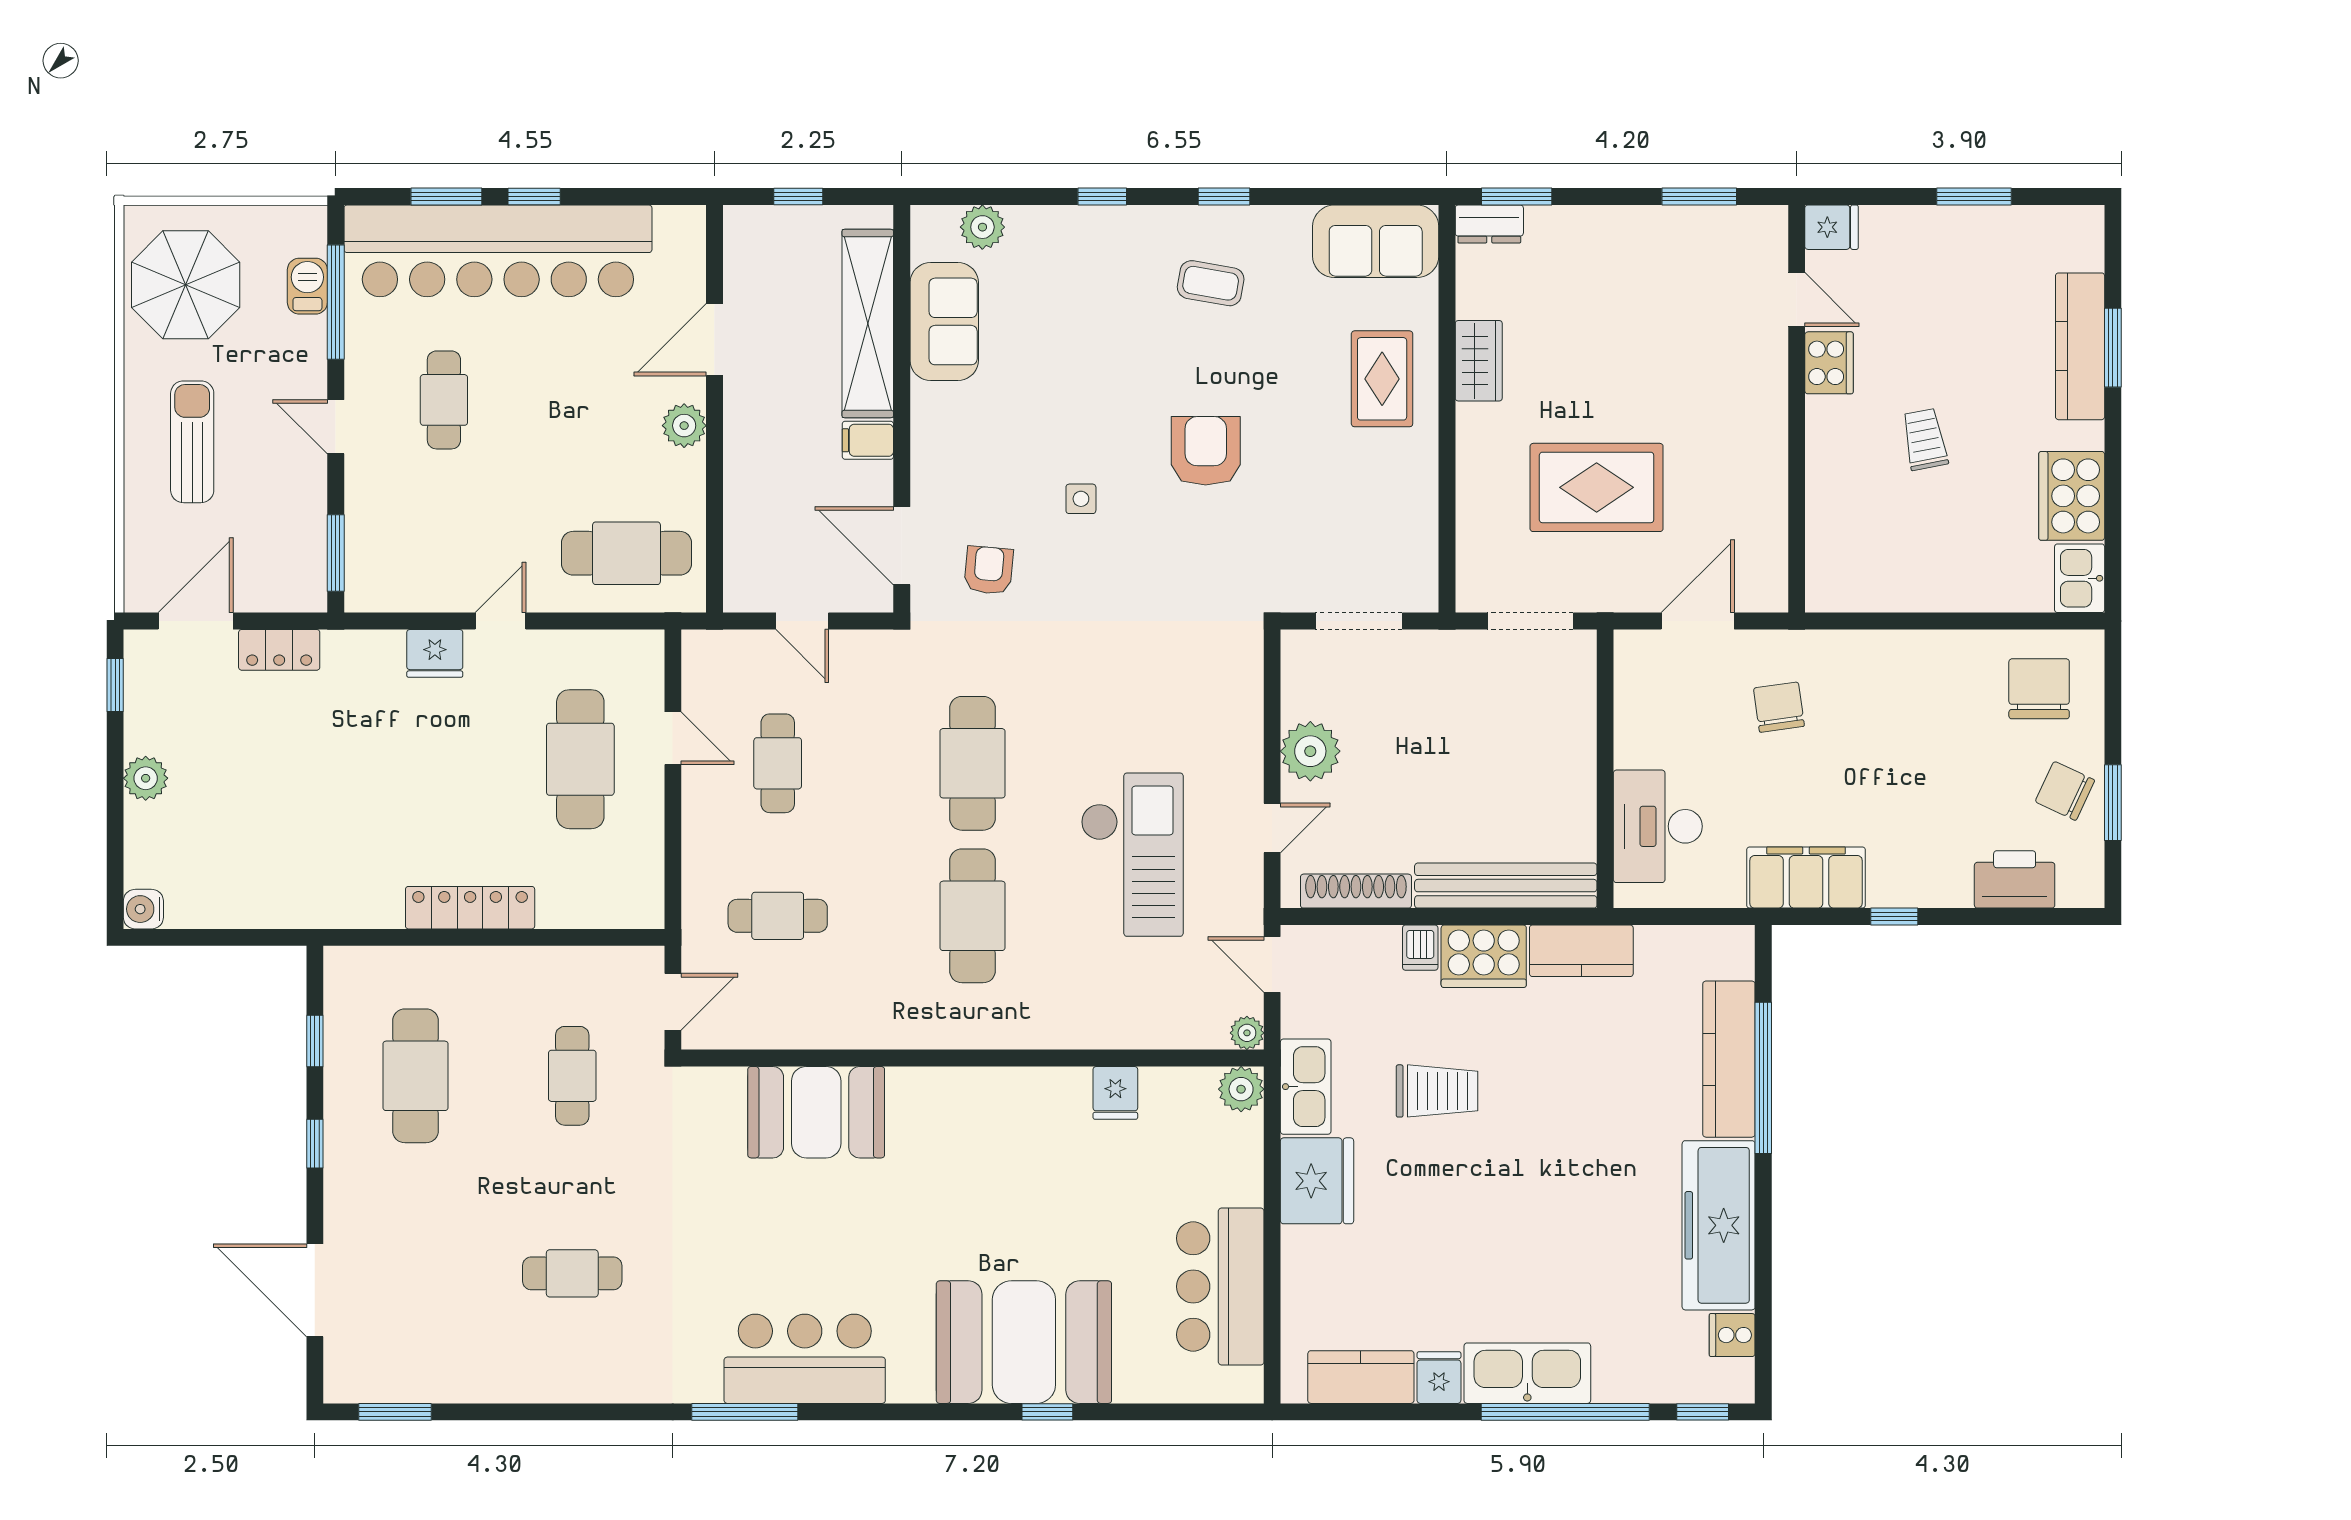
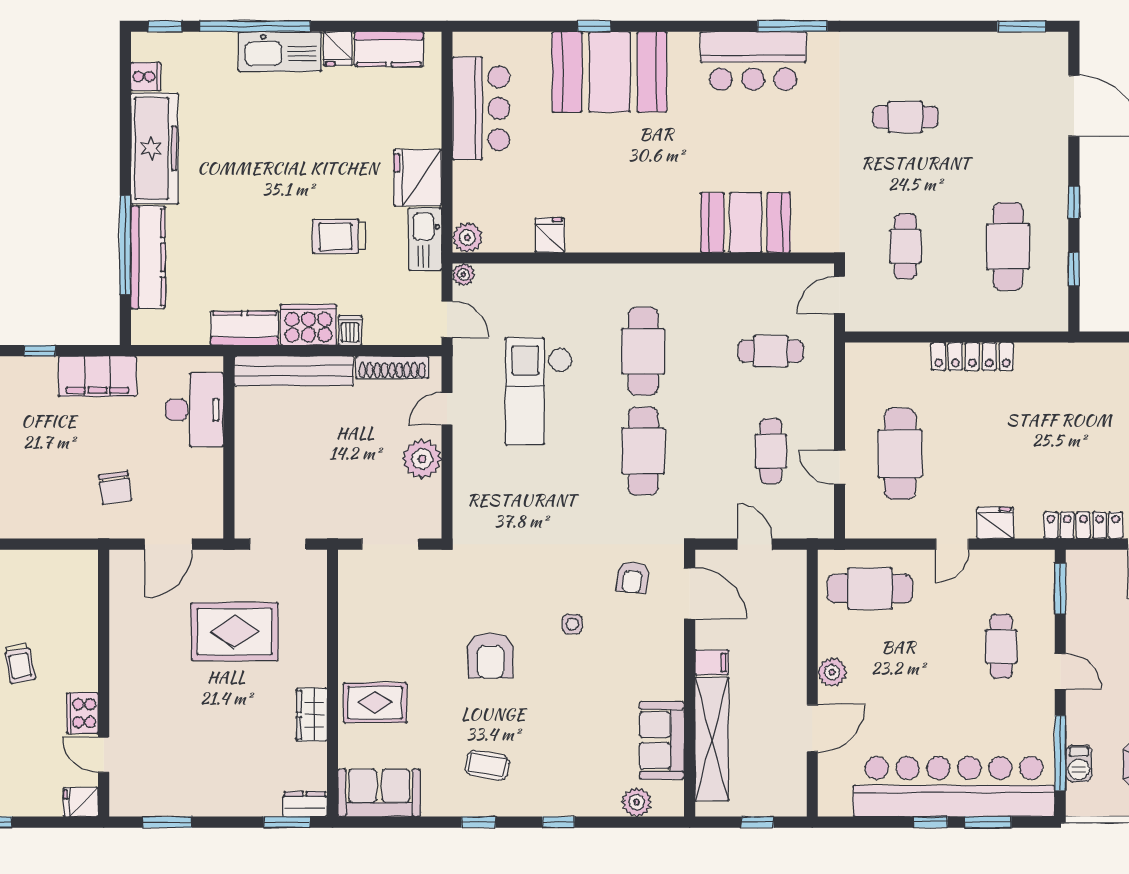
rug: (1382, 379) -> (375, 703), turned 90
cafe table: (444, 400) -> (1001, 646), moved
locker: (279, 650) -> (1083, 525), width x1.53

